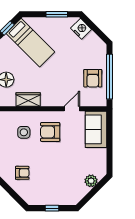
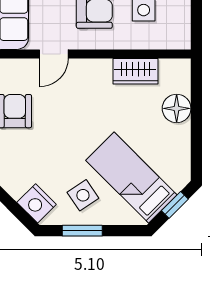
side table: (56, 33) -> (83, 195), added

